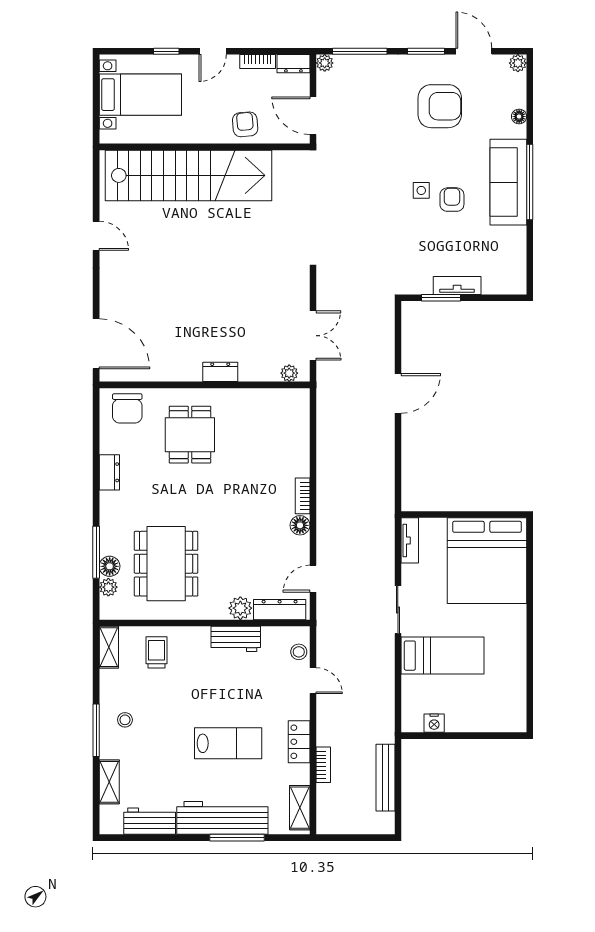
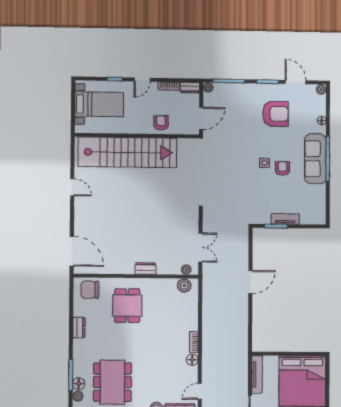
door: (313, 116) -> (201, 118), swing flipped
plant: (286, 400) -> (184, 286), added
chair: (127, 408) -> (90, 290), turned 90
tv unit: (410, 540) -> (257, 374), width x1.41

